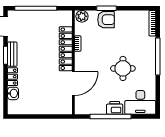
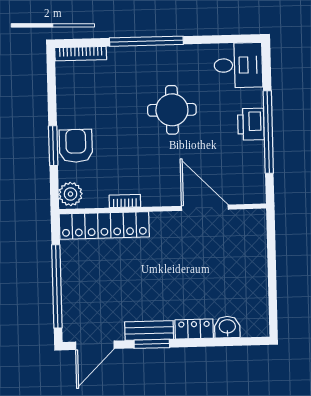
locker: (66, 49) -> (104, 225), moved
desk: (140, 102) -> (238, 65), width x0.73

